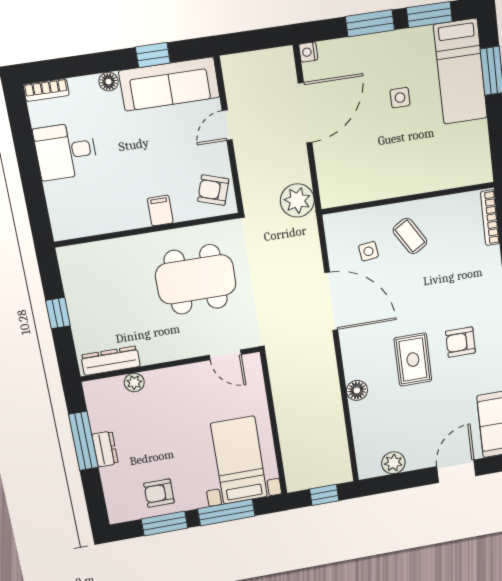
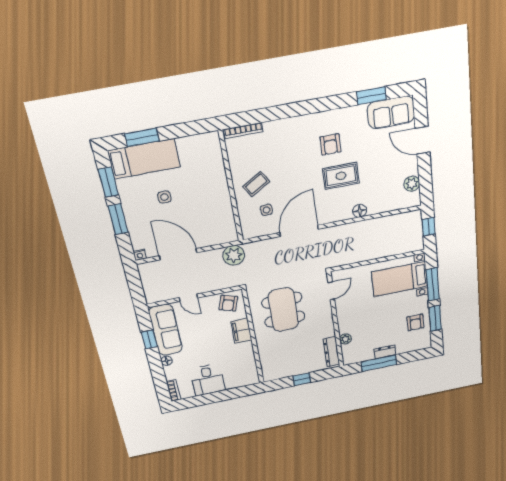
filing cabinet: (160, 211) -> (241, 331), width x2.00

